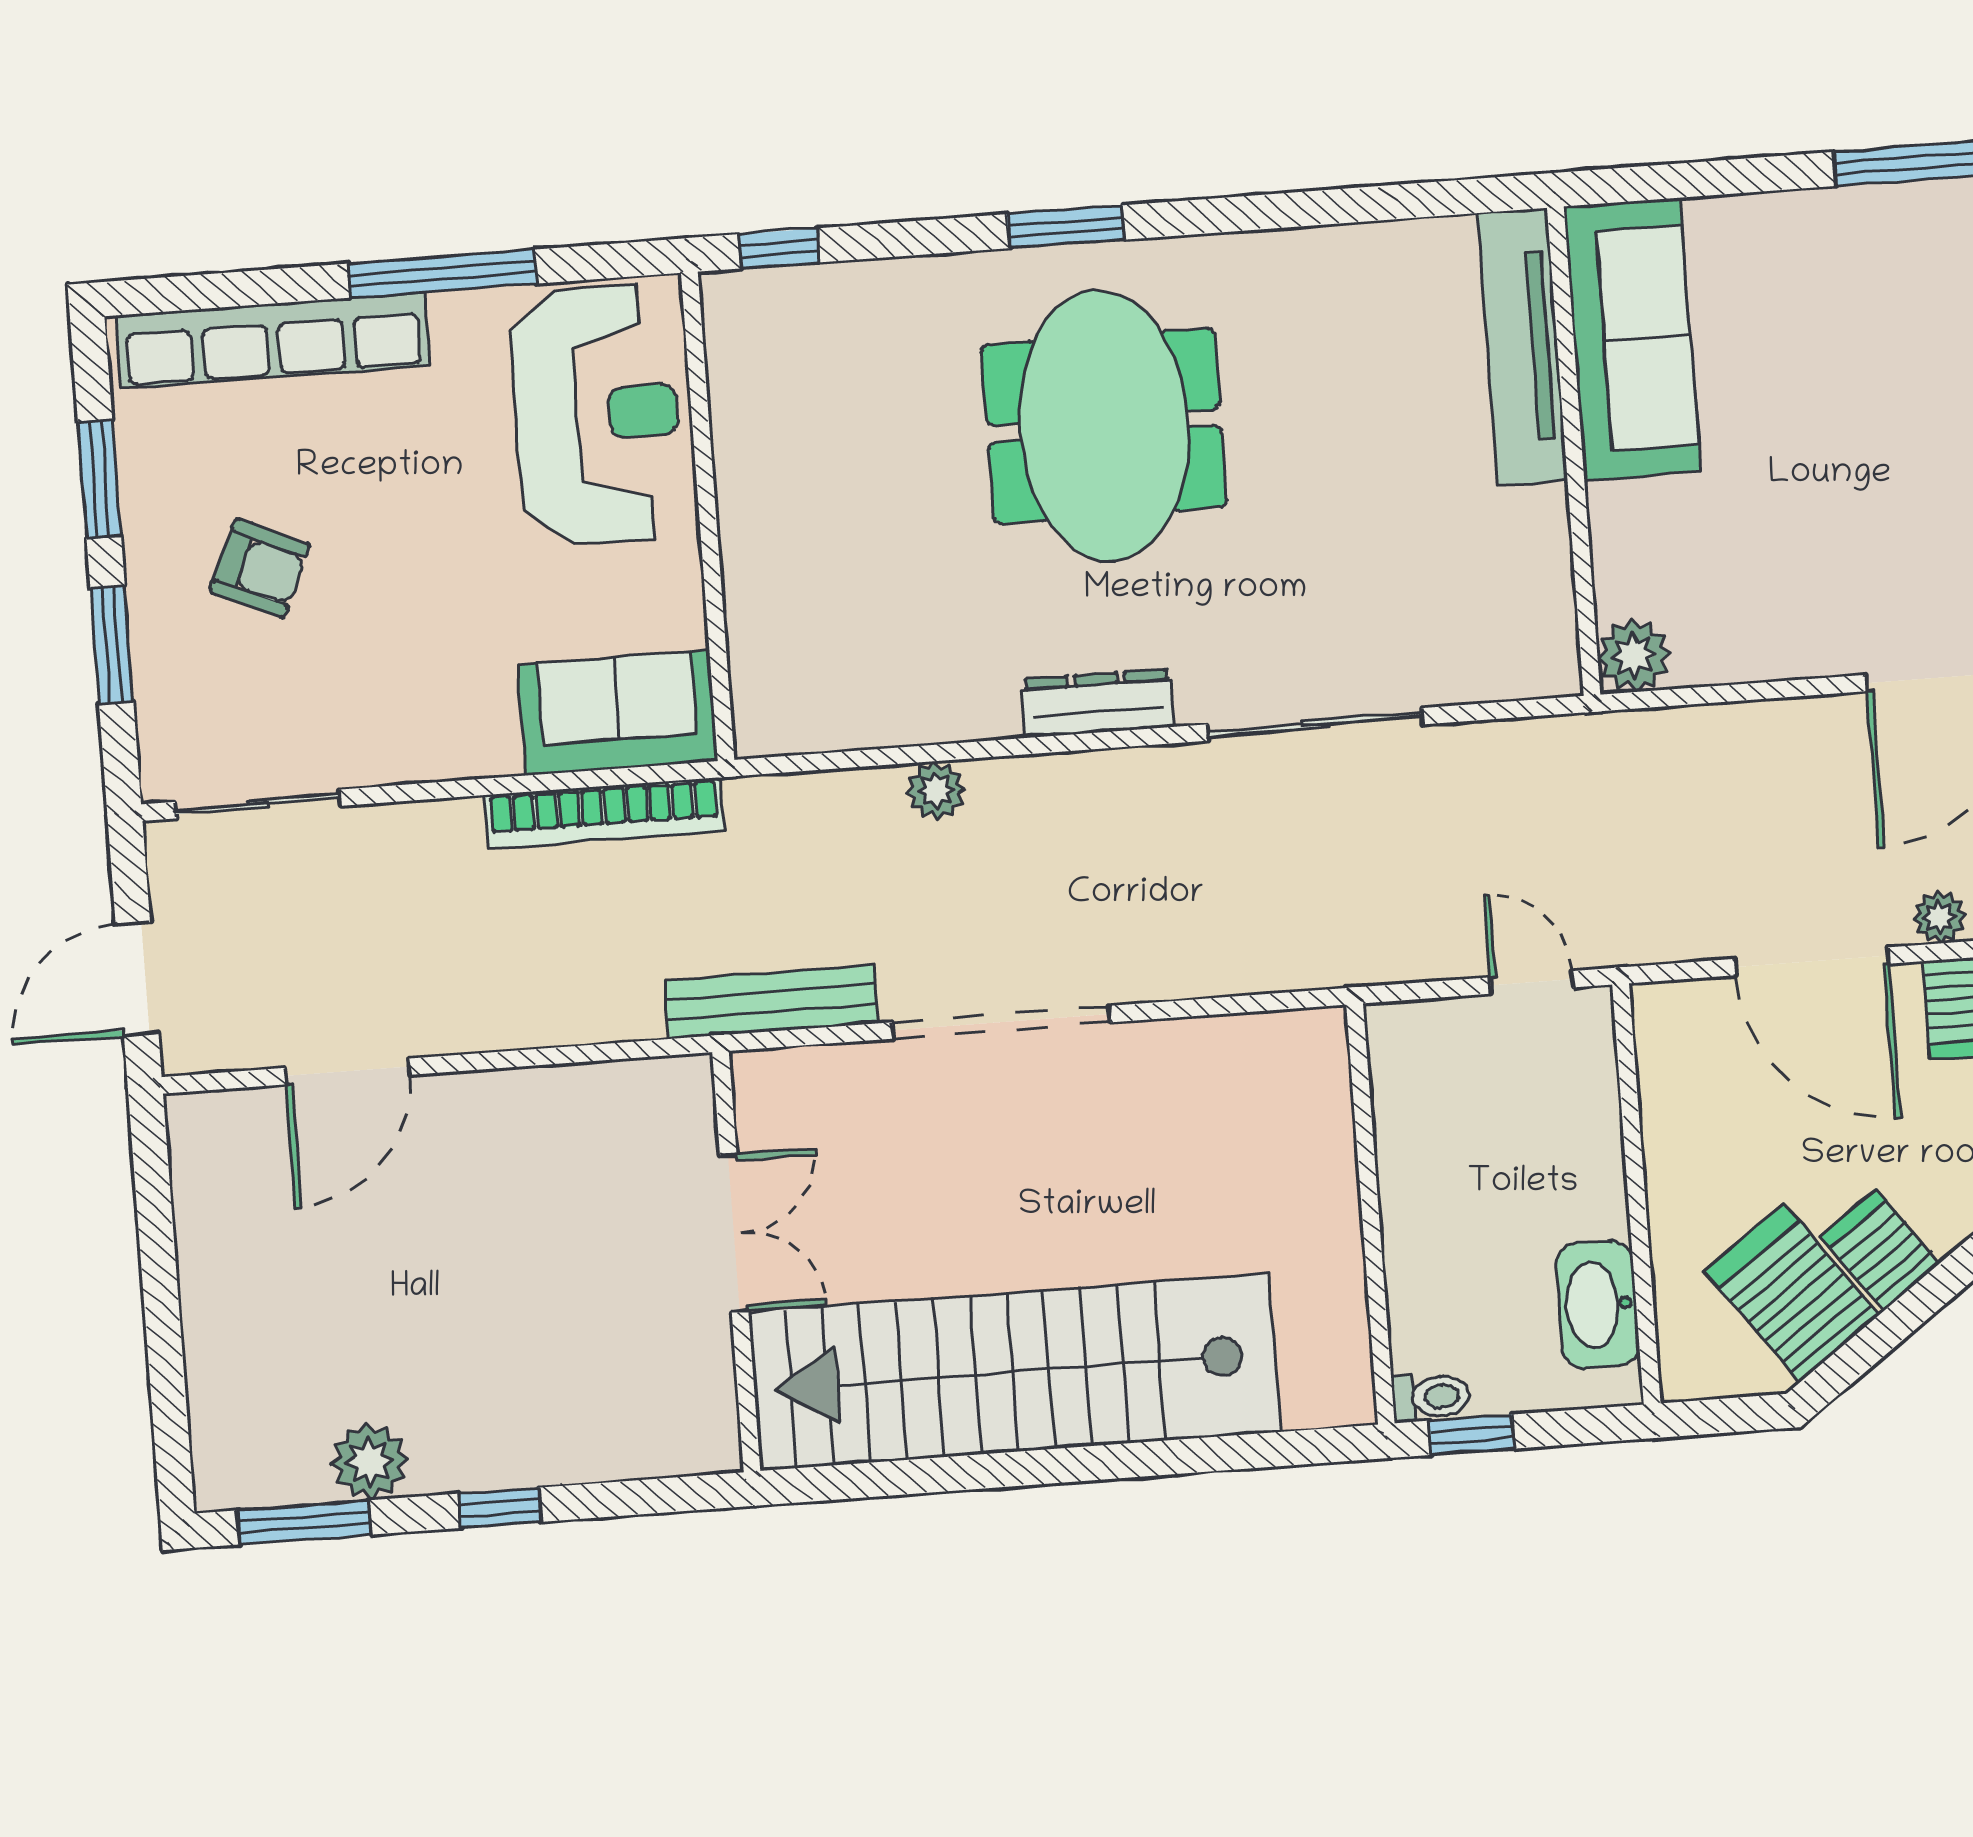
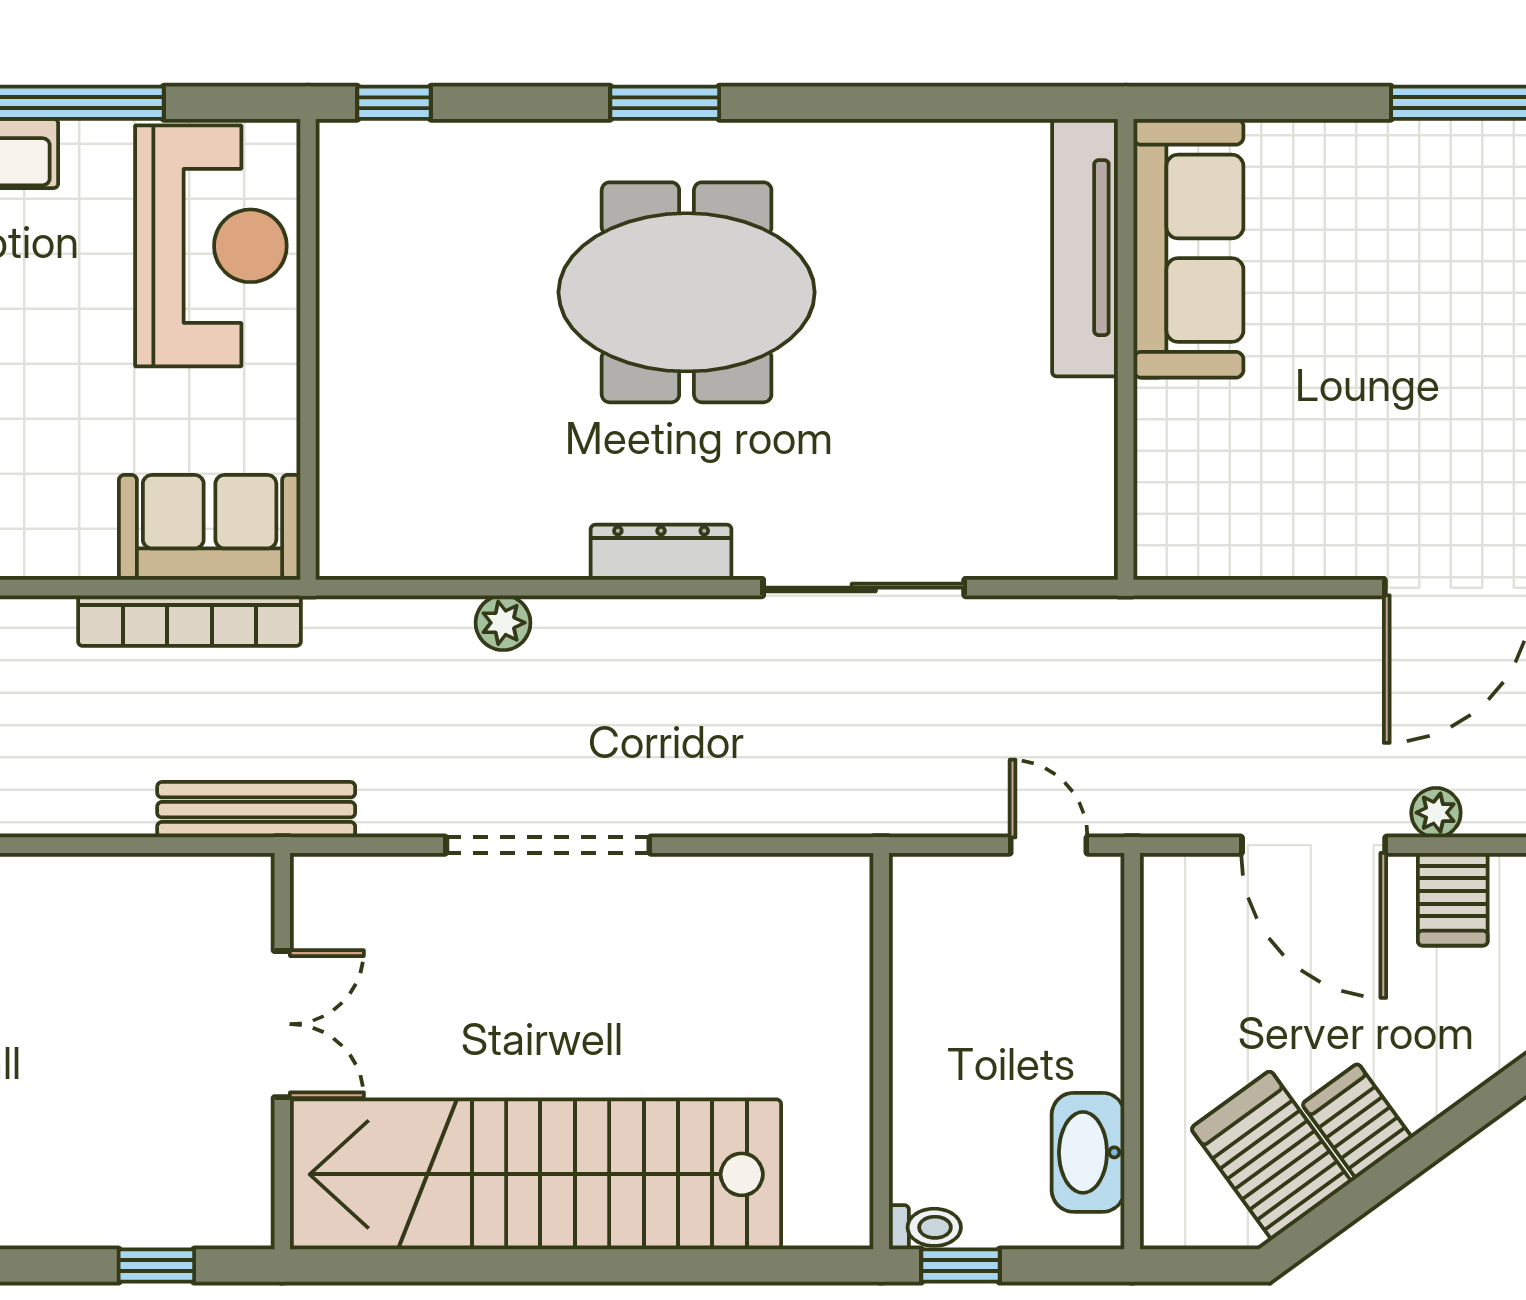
meeting table: (1104, 426) -> (687, 292), turned 90
plant: (1634, 656) -> (1168, 545), removed
bench: (771, 1002) -> (256, 810), moved
window: (500, 1508) -> (156, 1266), moved

